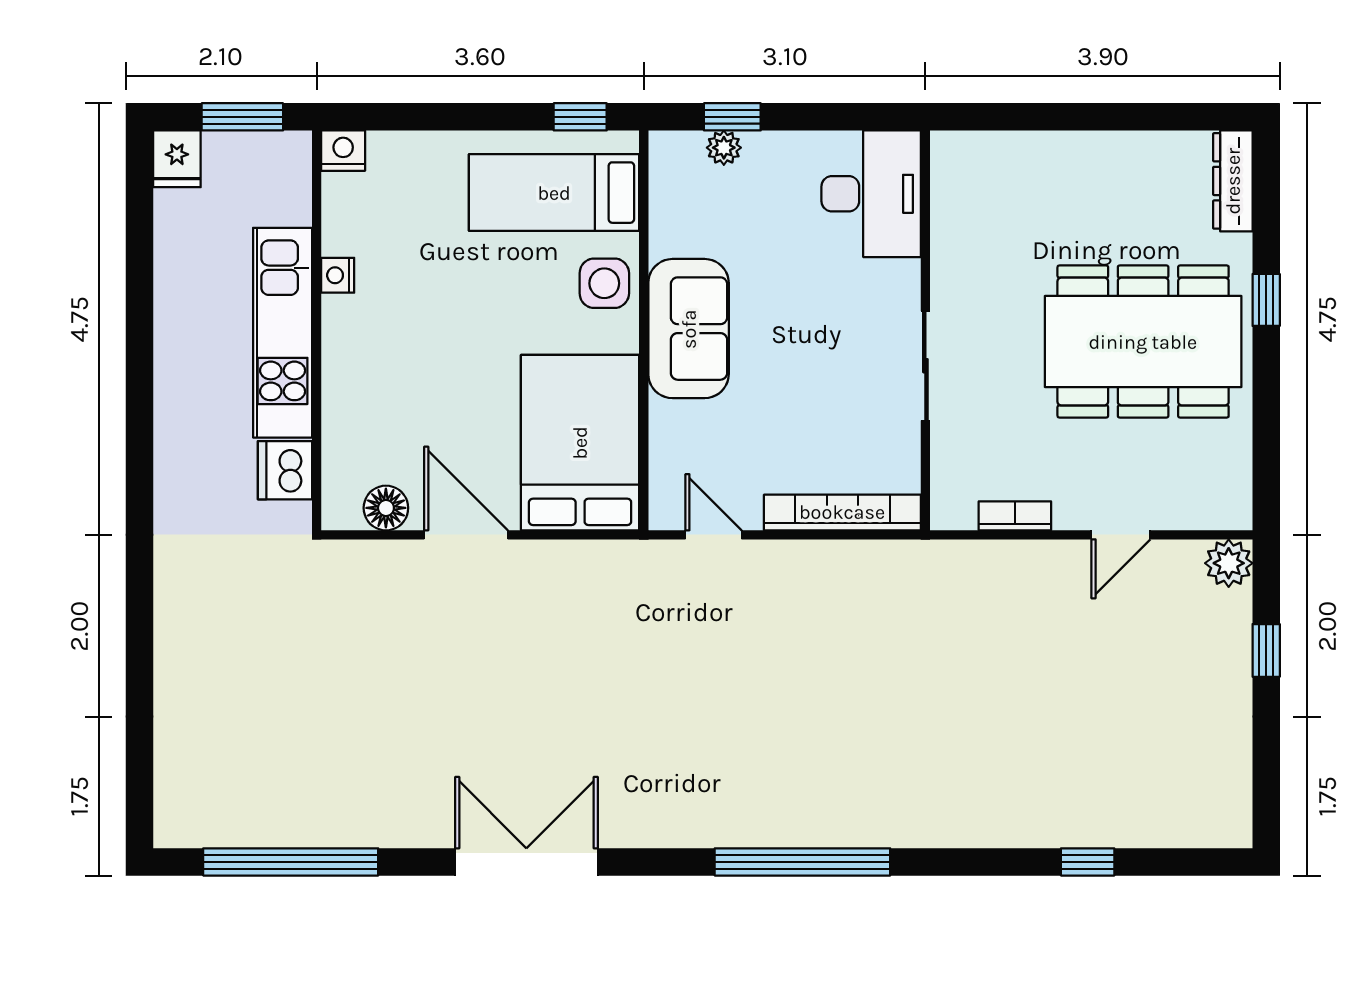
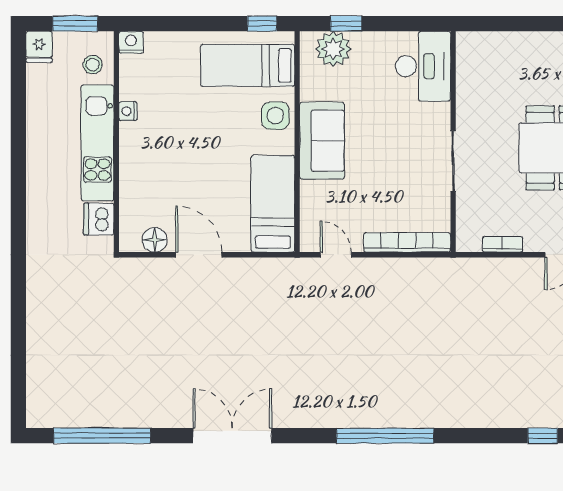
plant: (724, 148) -> (333, 49), width x1.87, depth x1.87
stool: (274, 191) -> (93, 65), added
bed: (580, 443) -> (273, 204), width x0.67

